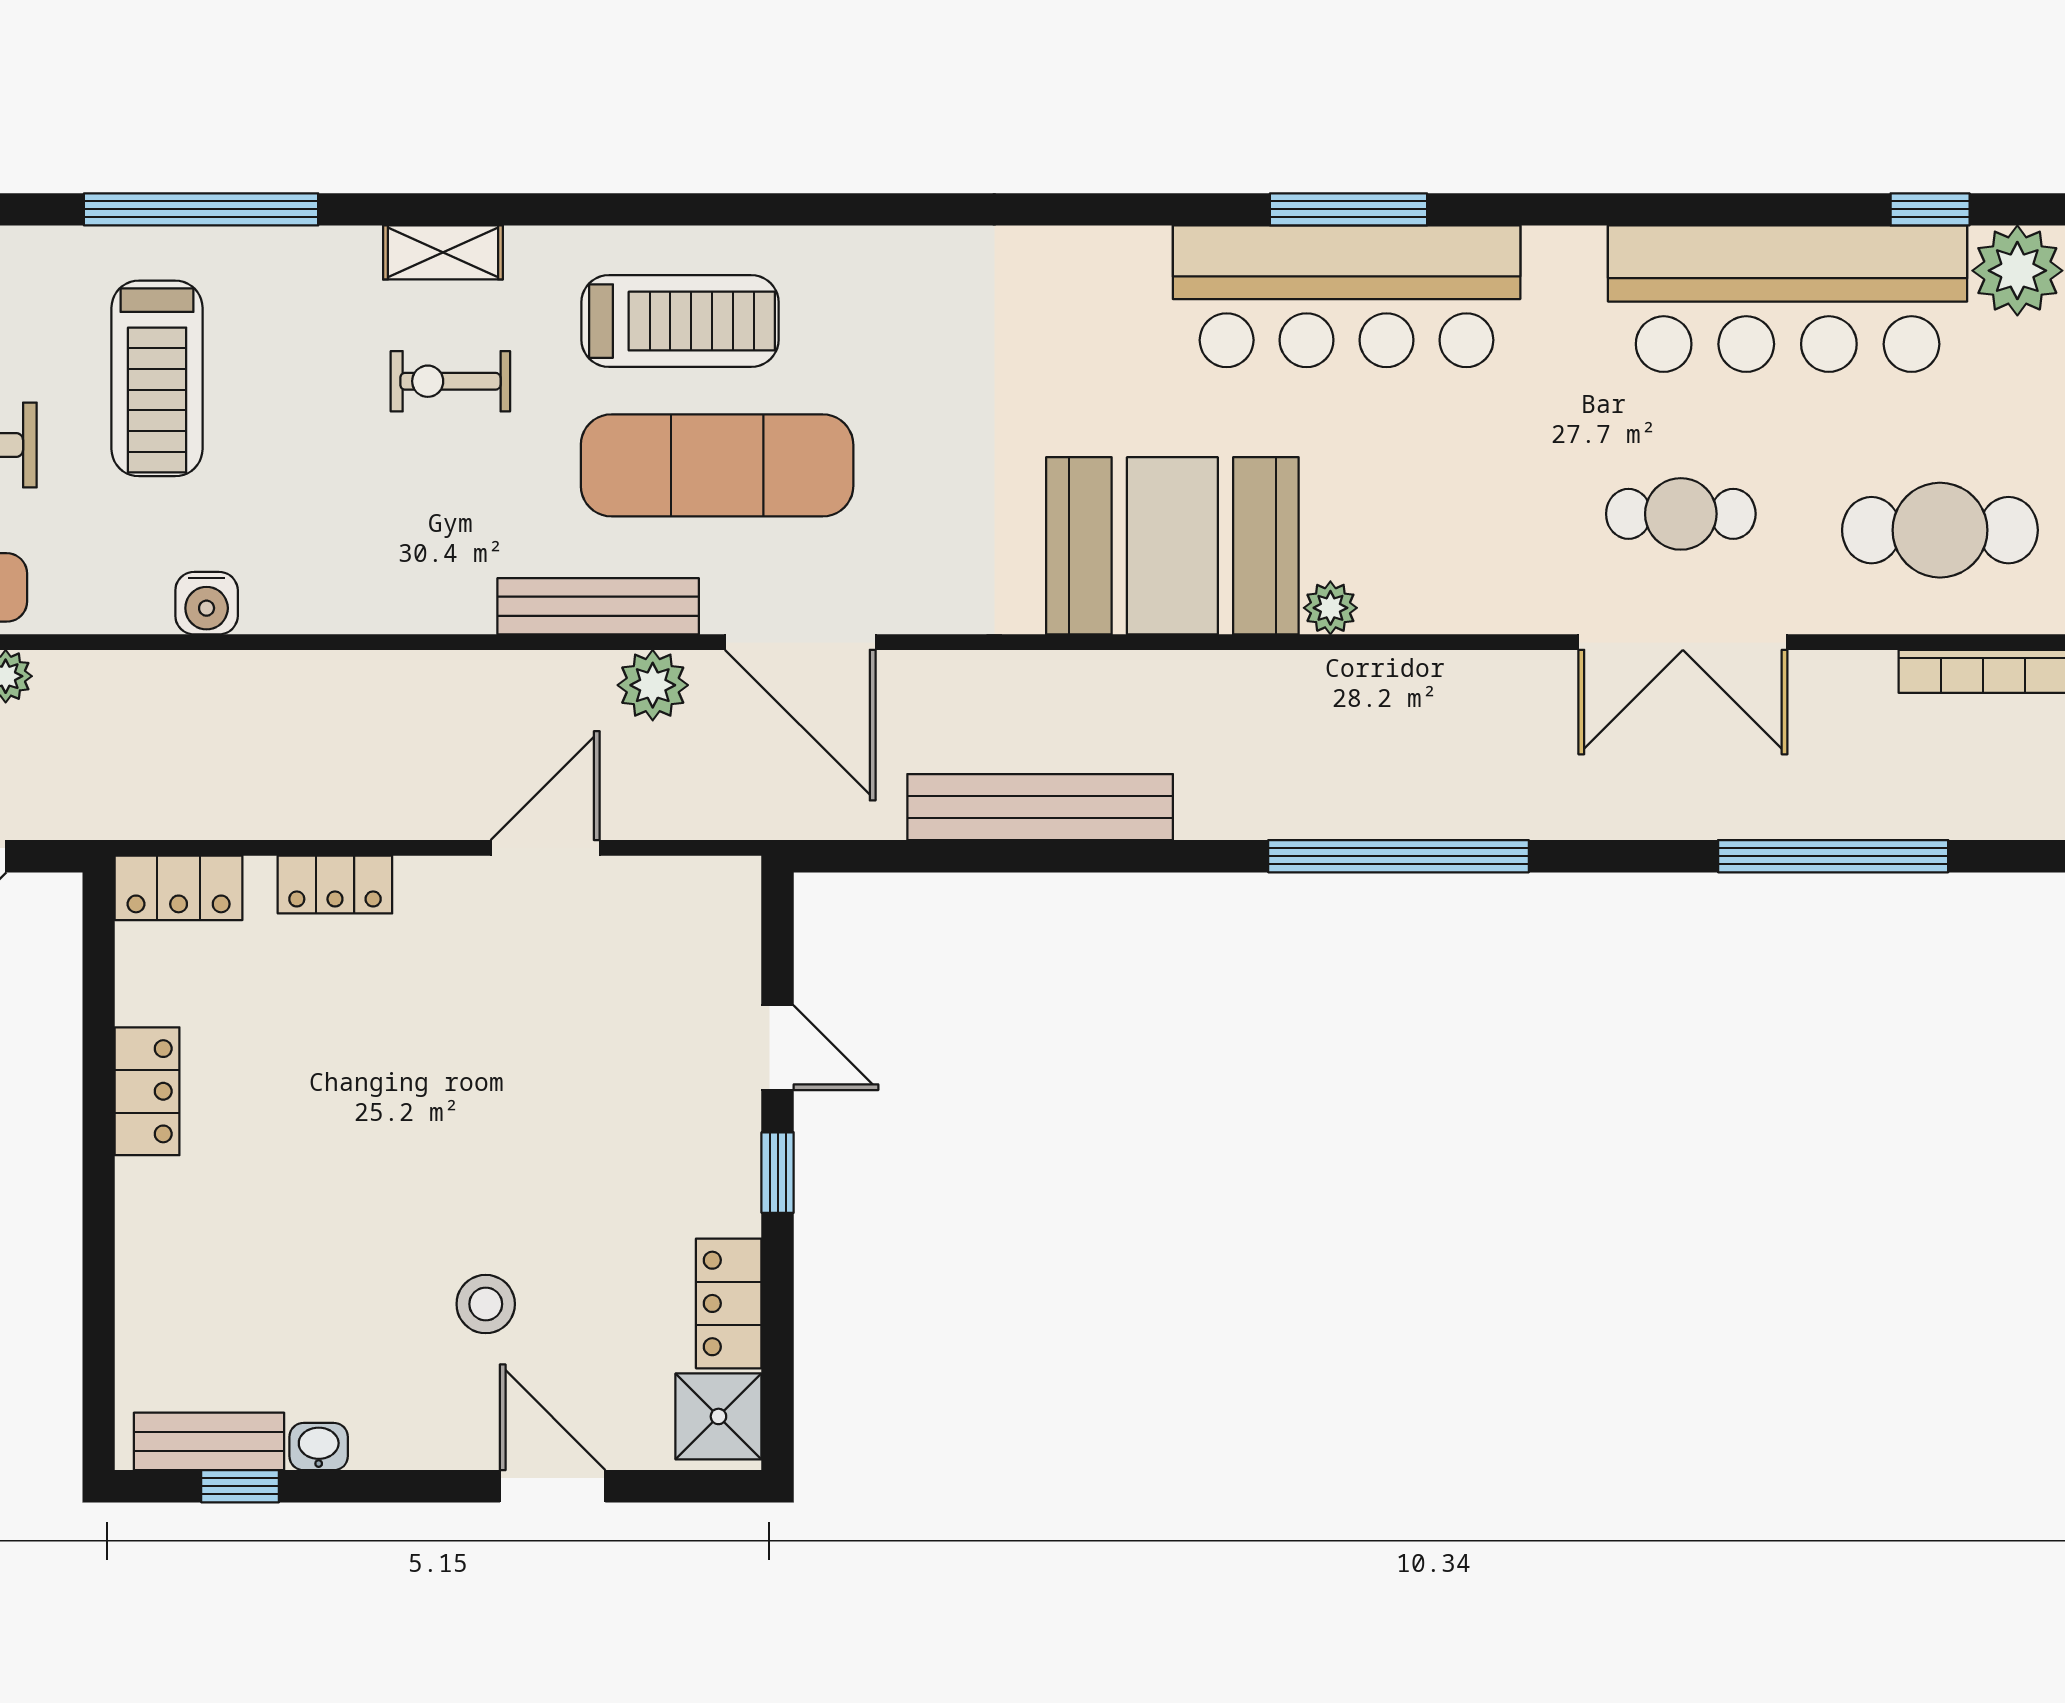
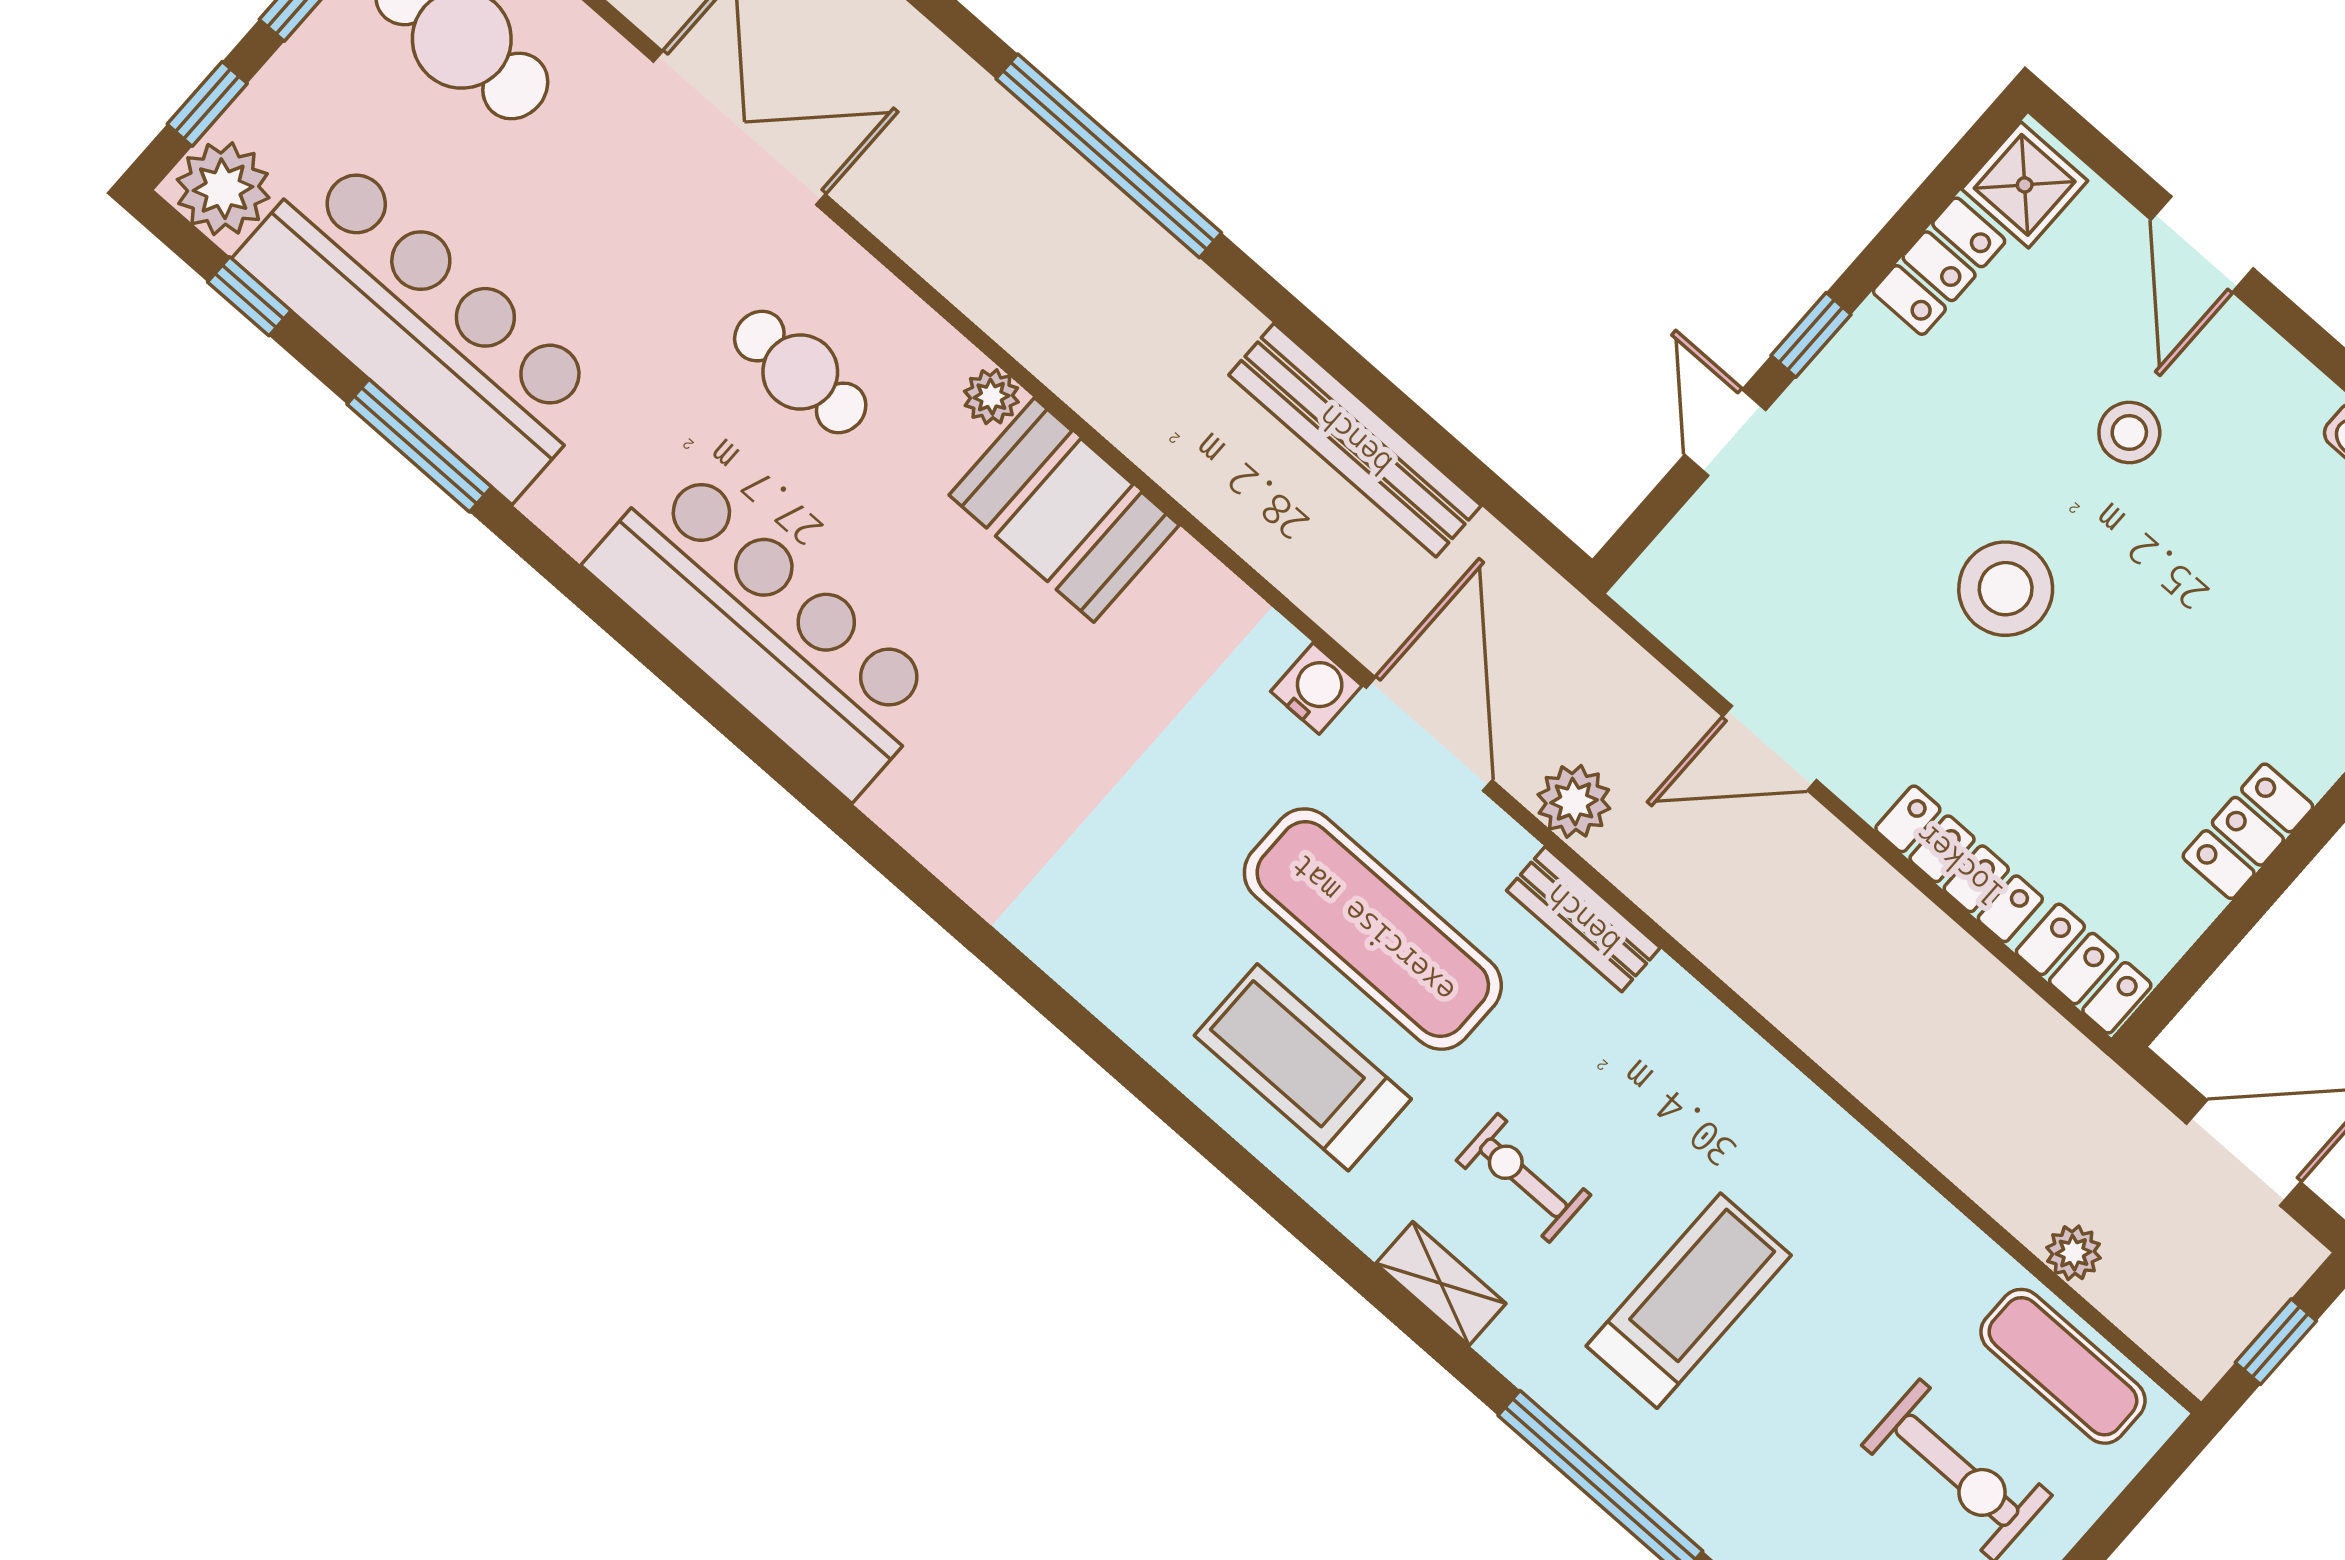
window: (1349, 209) -> (419, 446), moved
treadmill: (157, 378) -> (1689, 1301), moved
exercise bike: (450, 381) -> (1523, 1178), turned 180
cafe table: (1681, 514) -> (800, 372), moved
booth: (1172, 546) -> (1064, 510), width x0.73, depth x0.70
water cooler: (207, 603) -> (1316, 688), moved
bench: (598, 606) -> (1583, 919), width x0.73
locker: (335, 884) -> (1959, 864), width x1.53
stool: (476, 1113) -> (2006, 589), added

